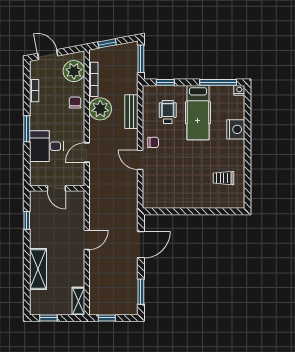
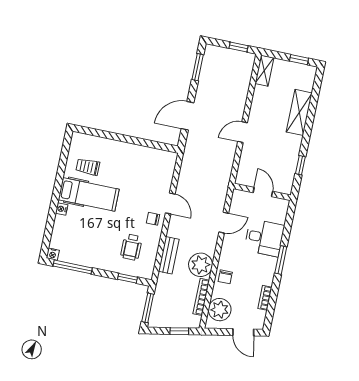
hospital bed: (198, 113) -> (89, 194), moved, turned 90
nightstand: (236, 129) -> (62, 209), width x0.53, depth x0.56
trolley: (223, 178) -> (88, 167), turned 180

